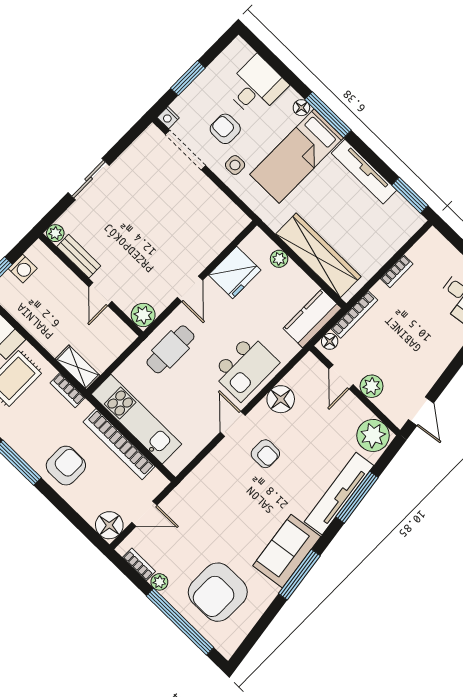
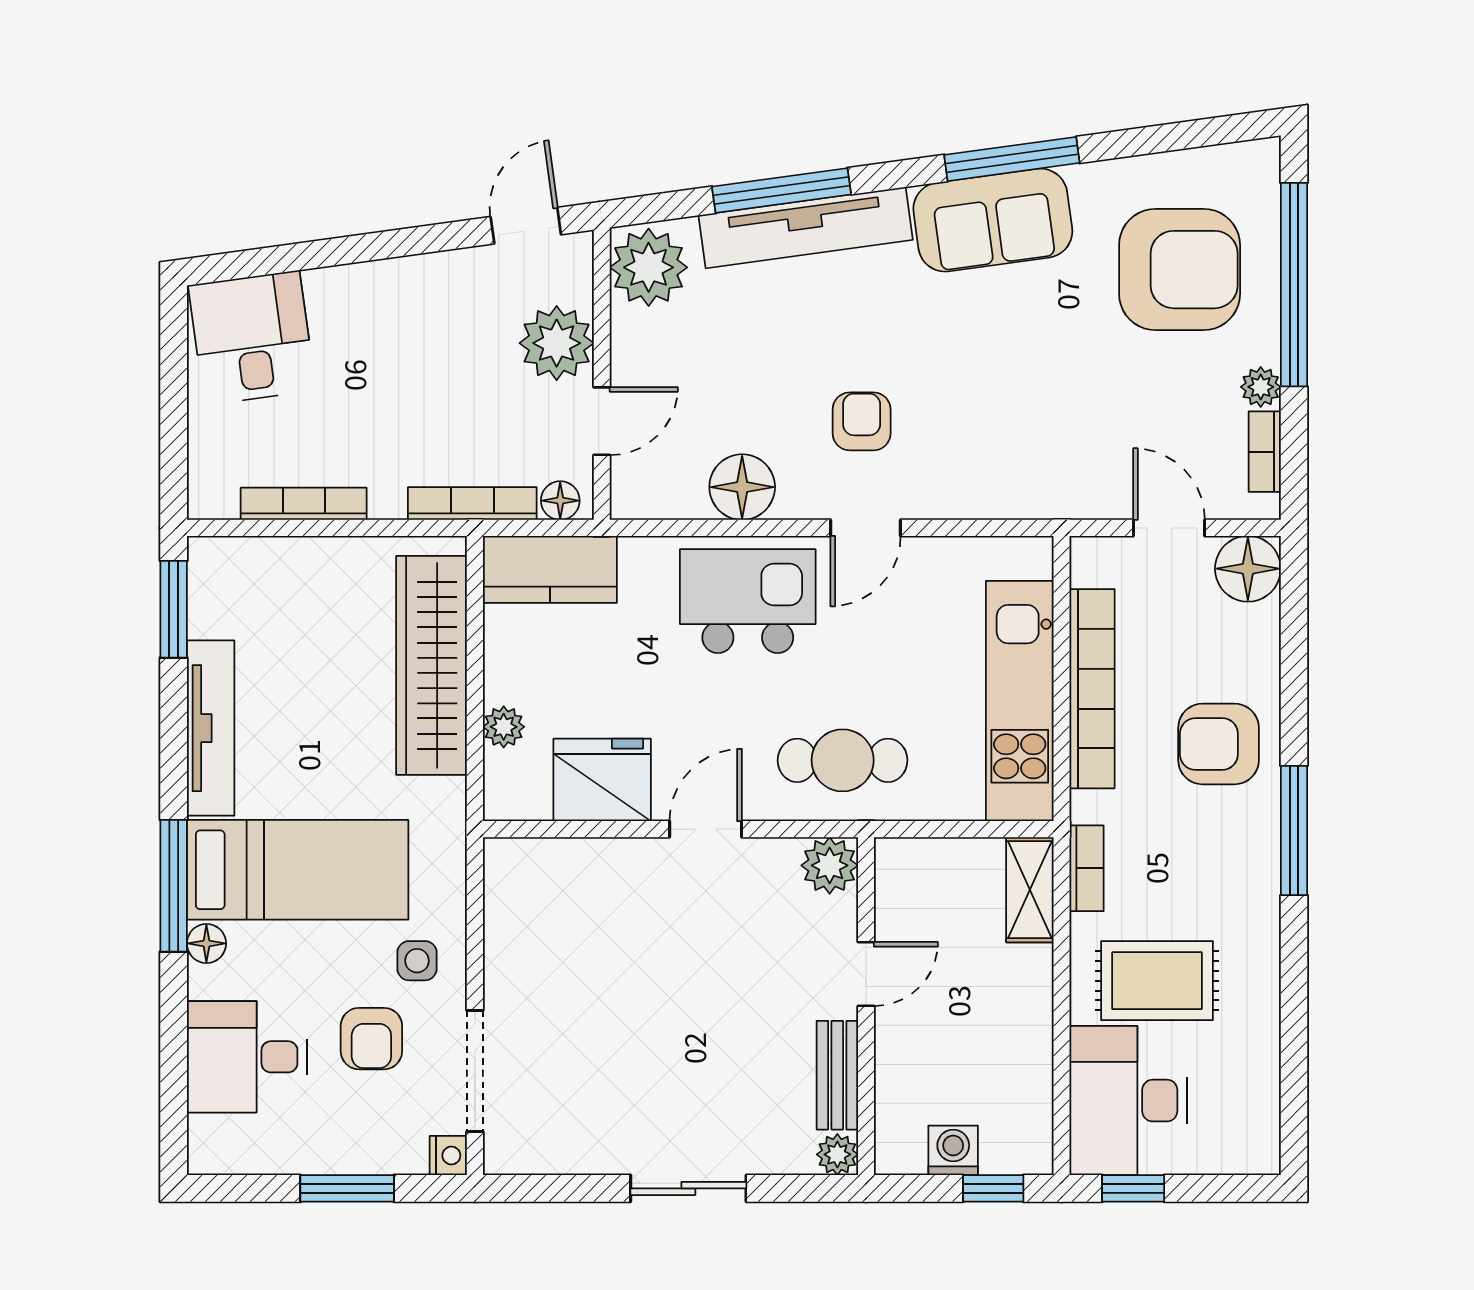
bookcase: (397, 271) -> (304, 504), width x1.56
plant: (372, 386) -> (557, 343), width x1.36, depth x1.36

